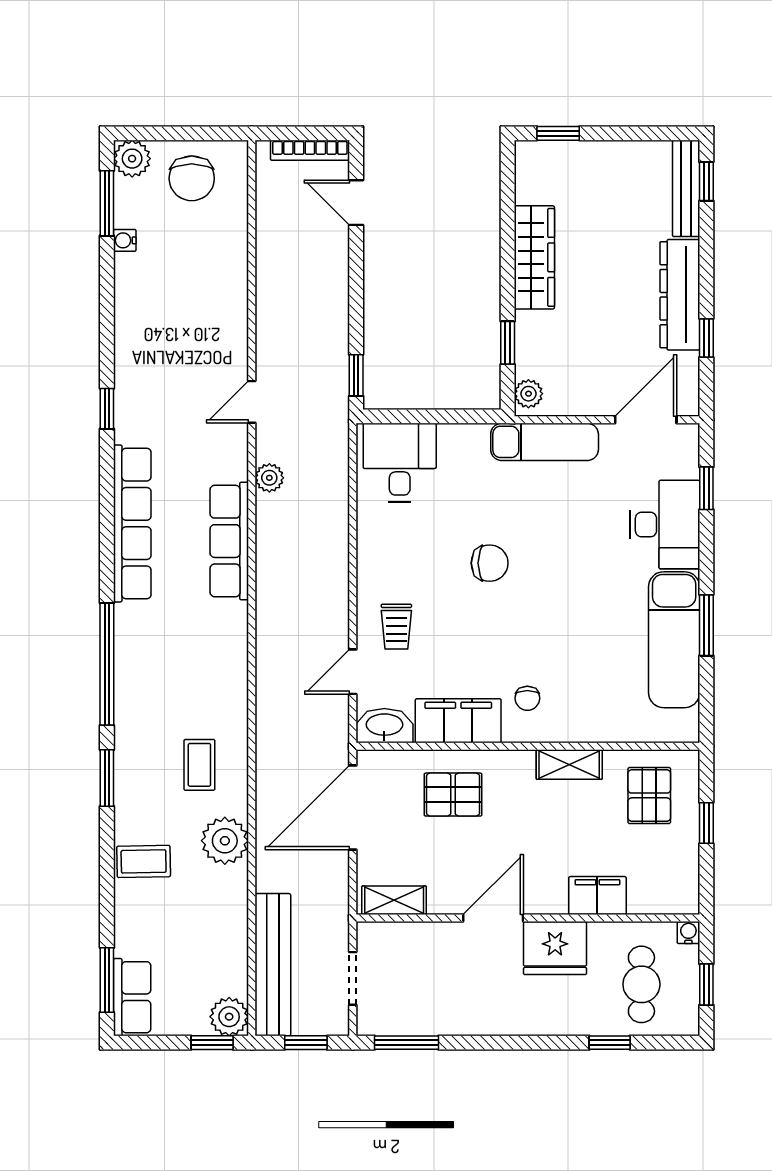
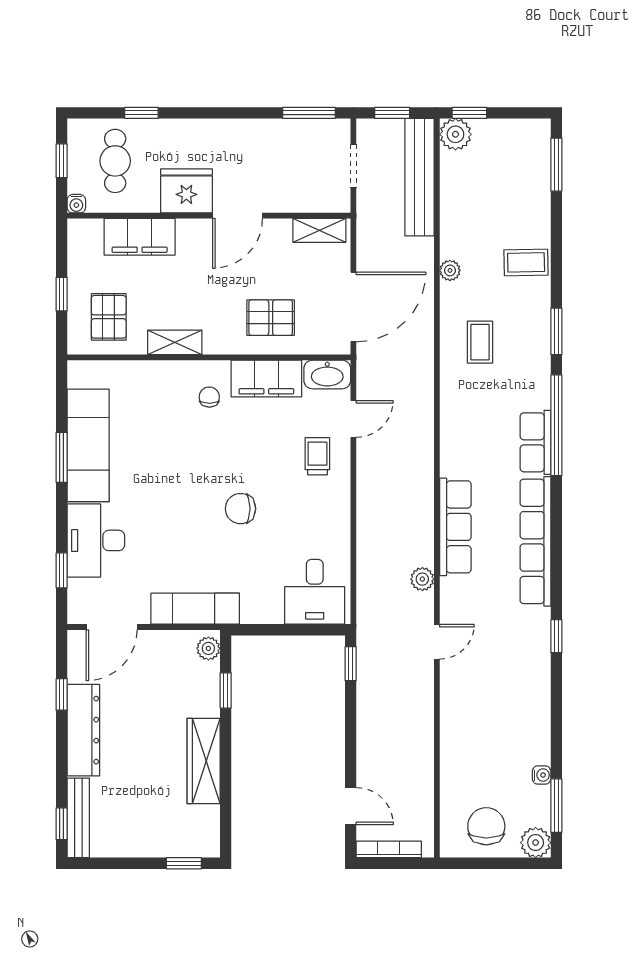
plant: (225, 841) -> (450, 270), width x0.53, depth x0.53
filing cabinet: (597, 896) -> (140, 237), width x1.50, depth x1.17
row of seats: (132, 997) -> (535, 442), moved

